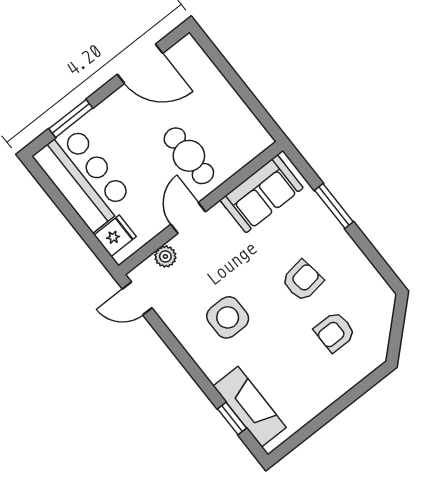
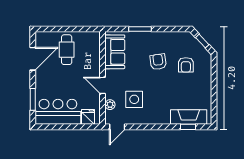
cafe table: (189, 156) -> (67, 50), moved, turned 90
side table: (228, 317) -> (134, 99), moved
window: (397, 328) -> (202, 41), added

